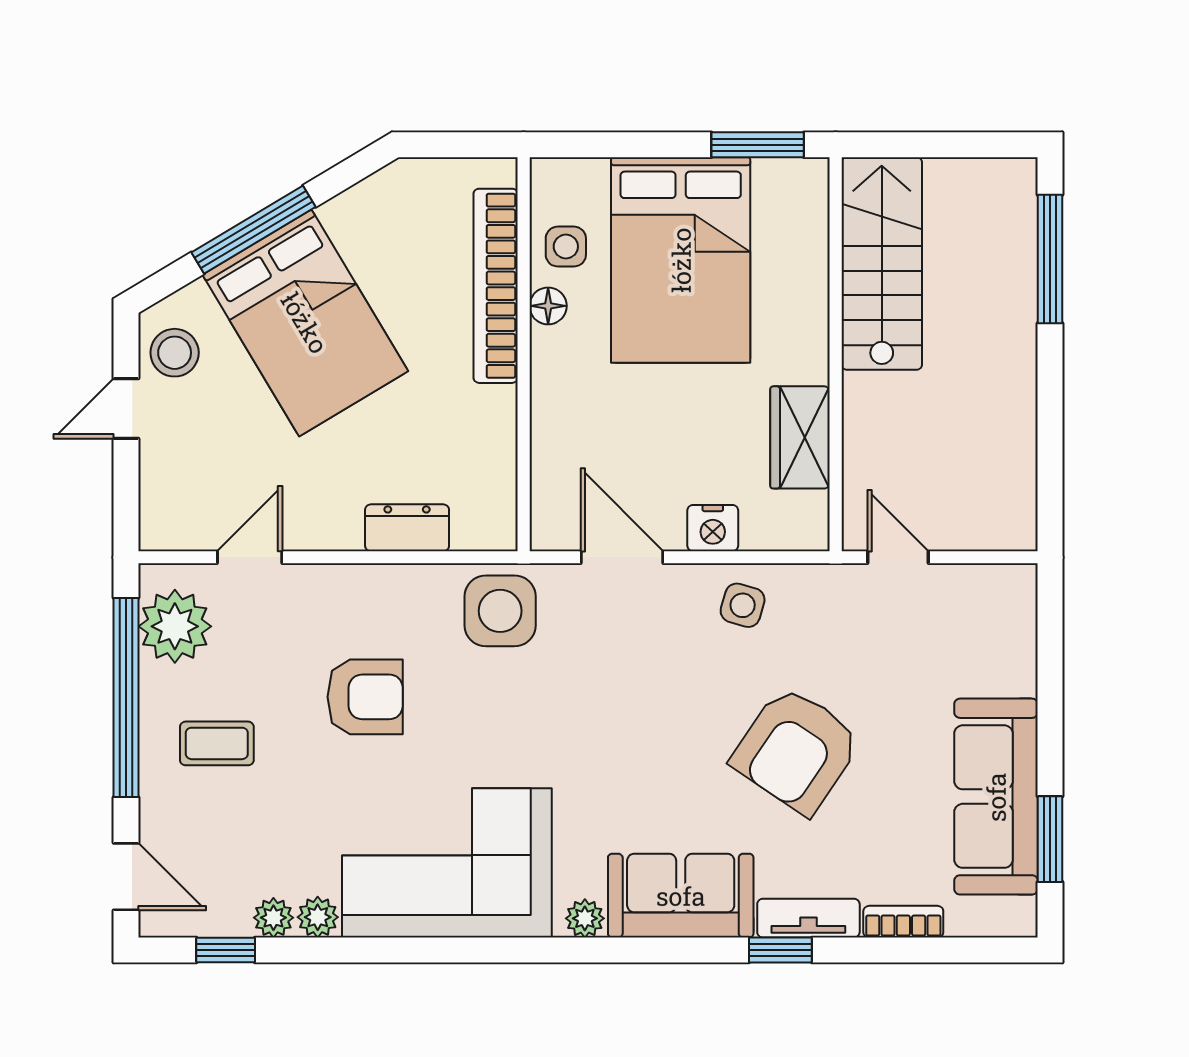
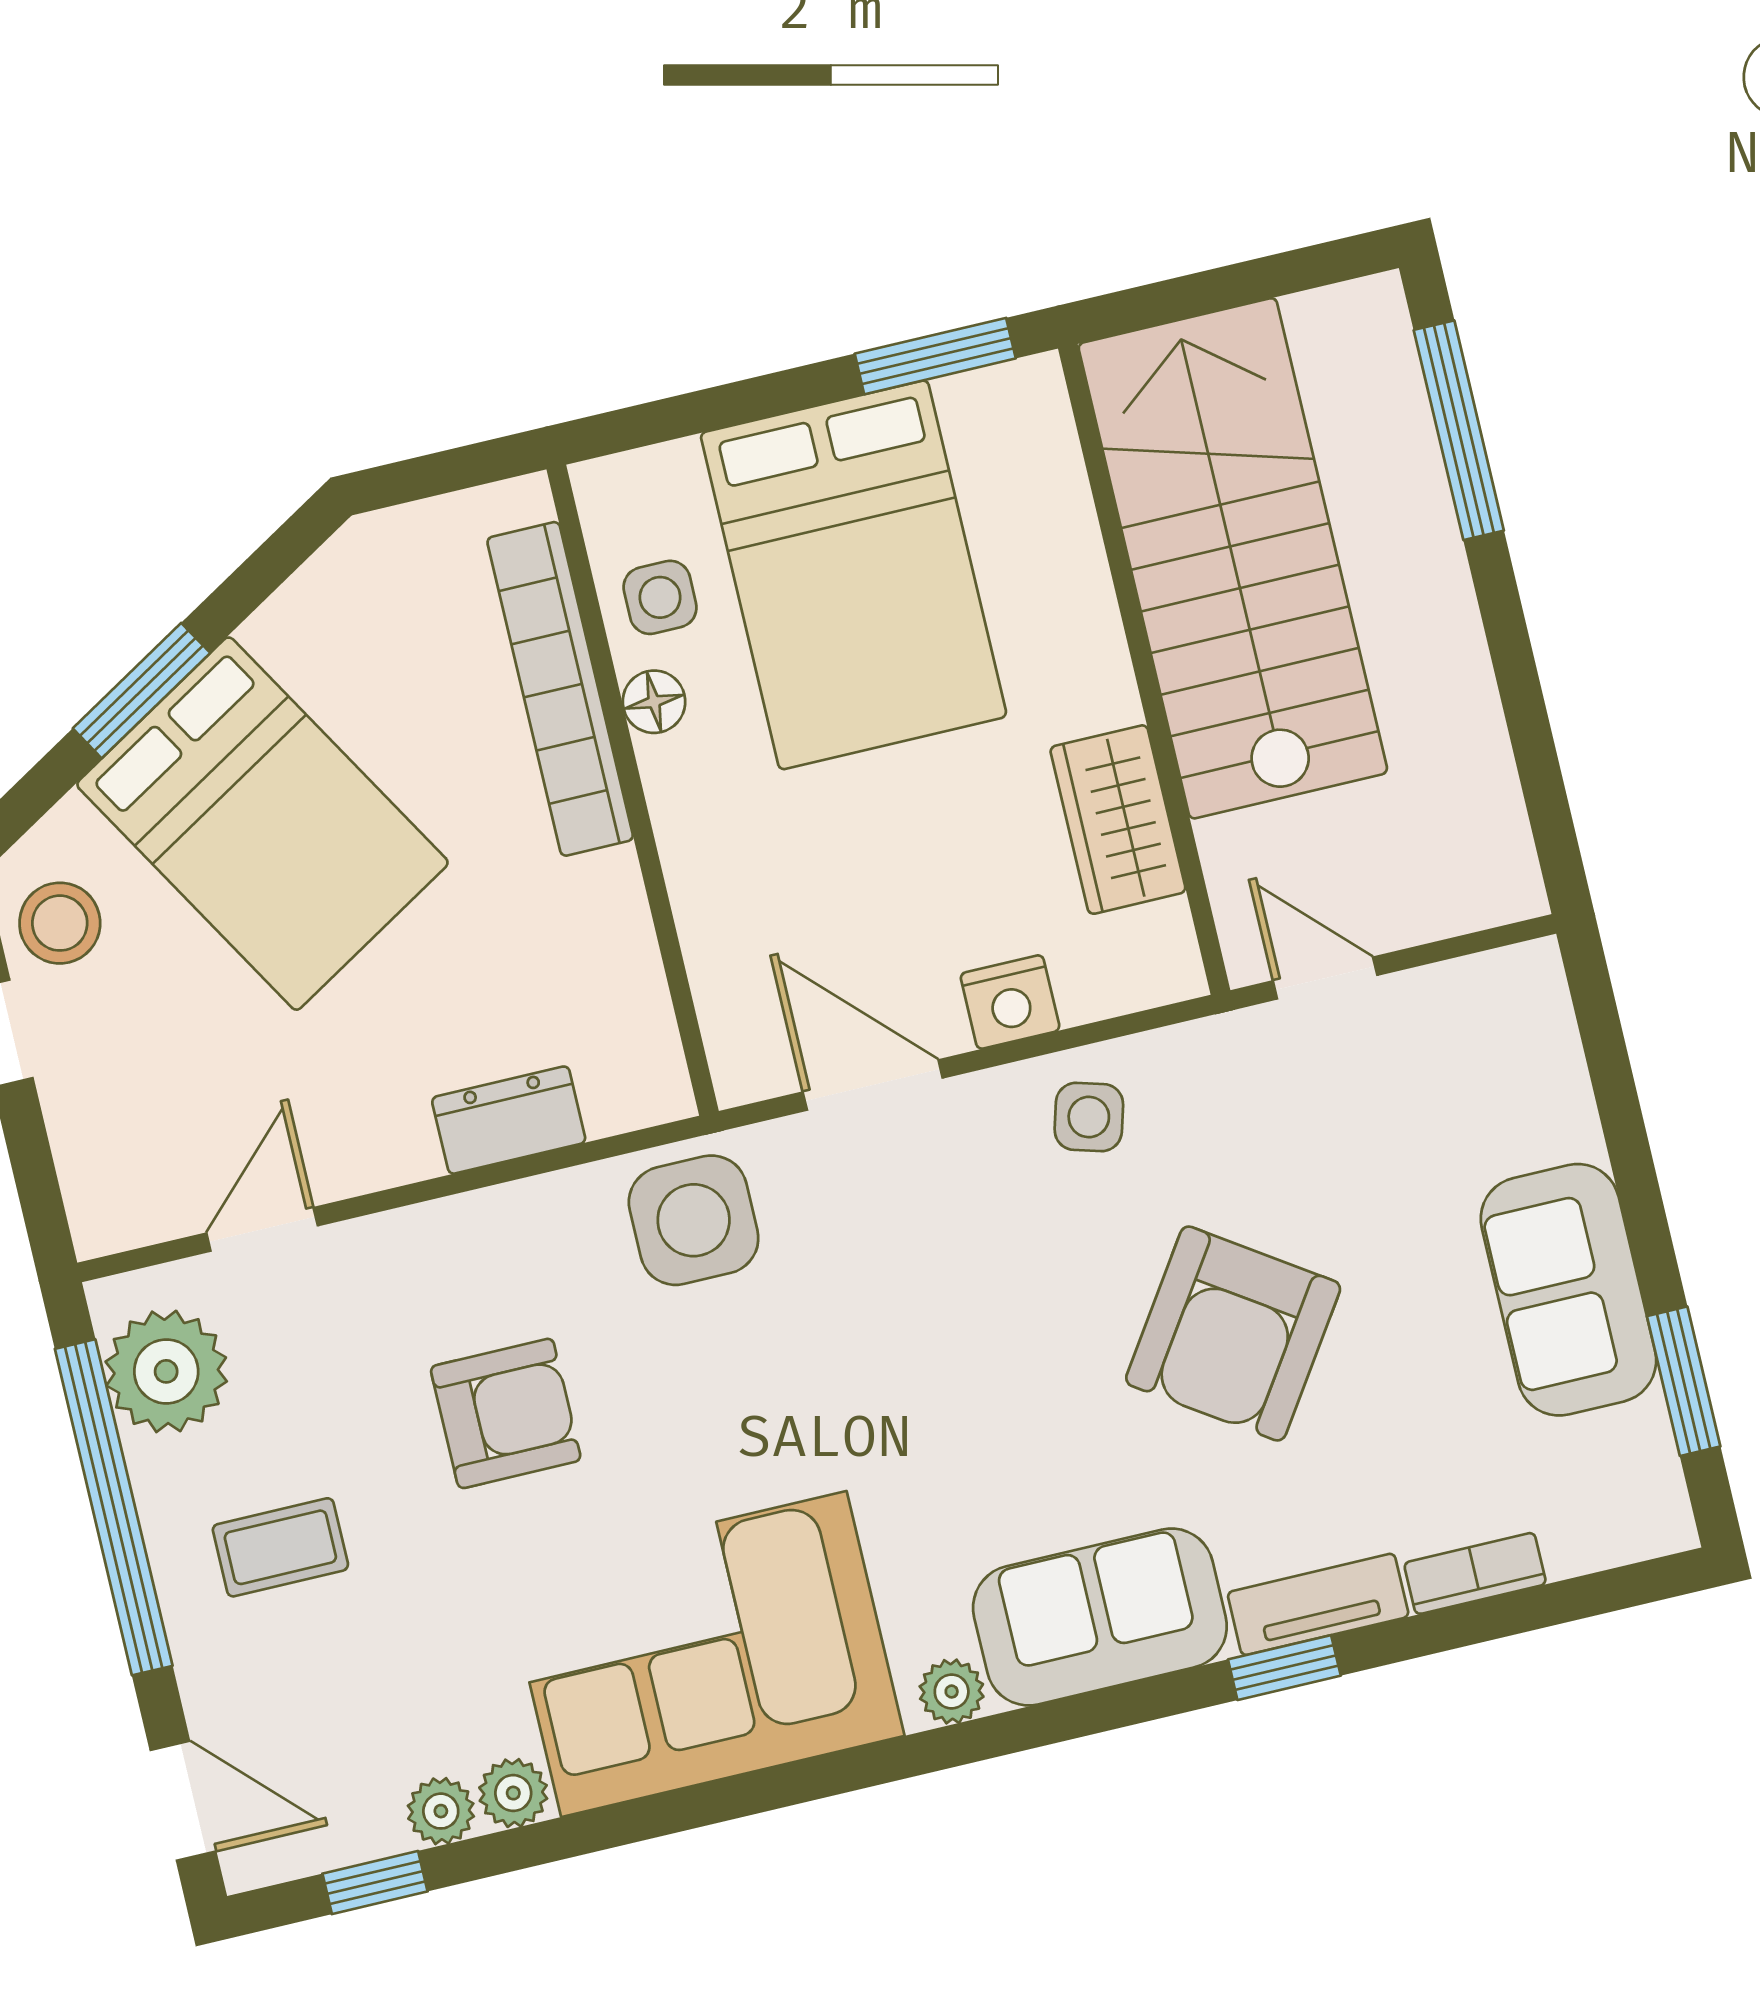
window: (254, 230) -> (141, 691), width x0.69
stairs: (882, 264) -> (1233, 558), width x1.36, depth x1.51
sofa: (996, 797) -> (1568, 1290), width x0.73

